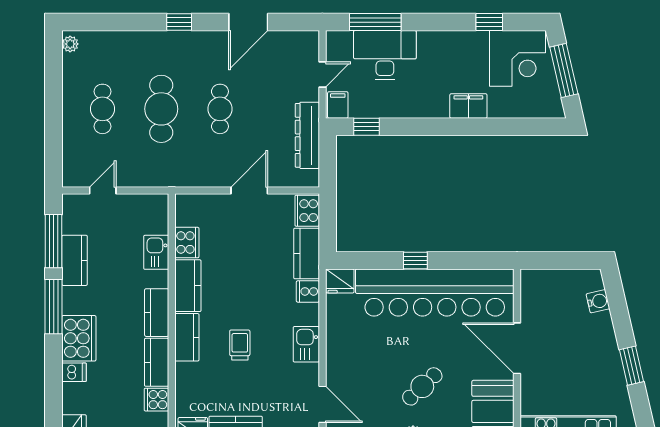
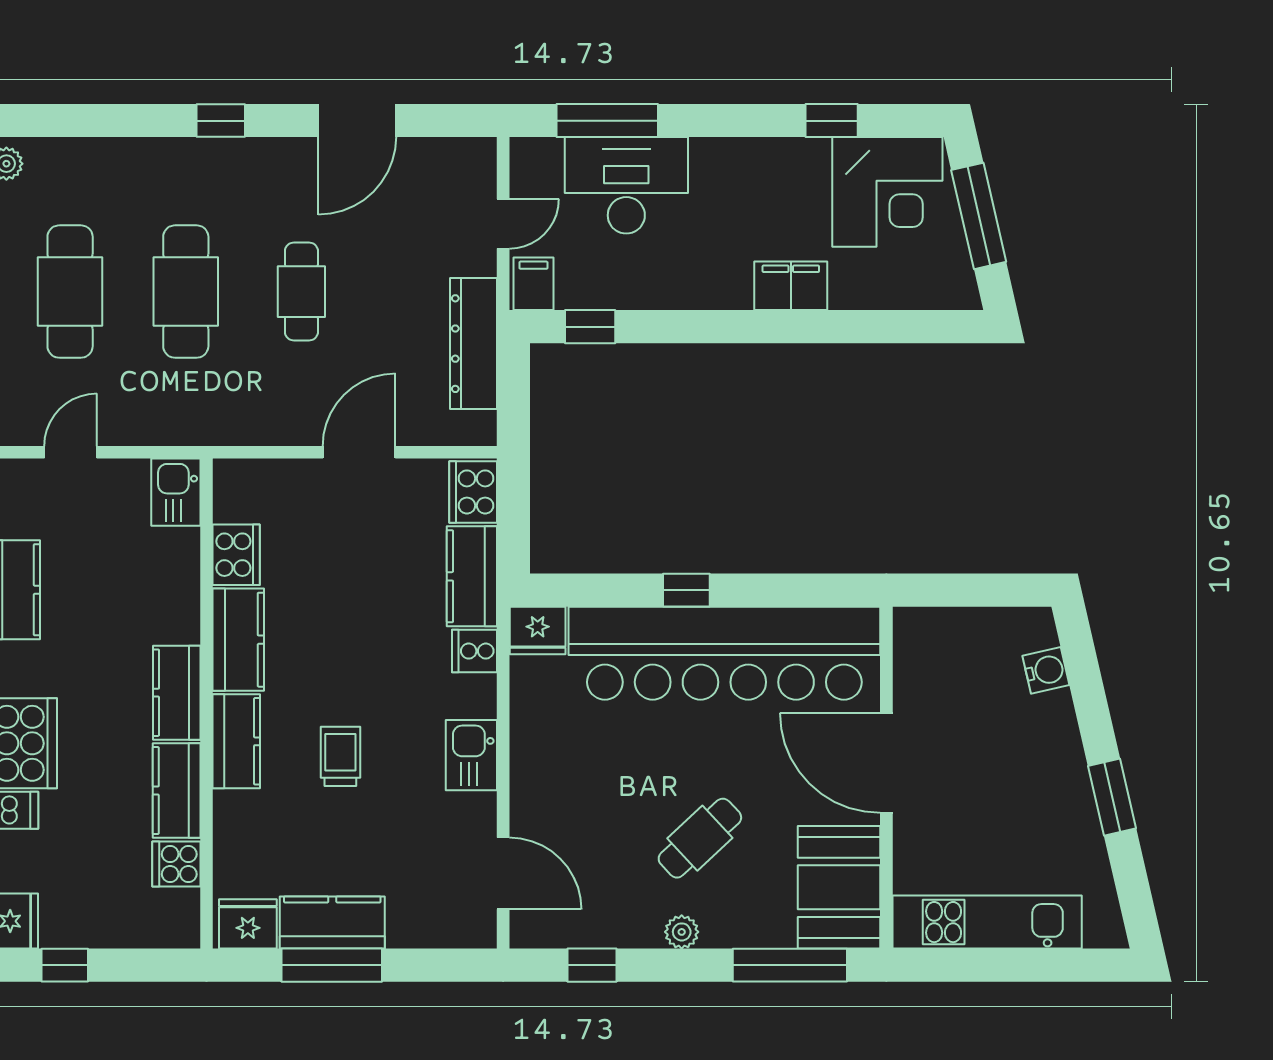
cafe table: (103, 109) -> (70, 292), width x1.37, depth x1.35
kitchen sink: (156, 252) -> (176, 492), moved

